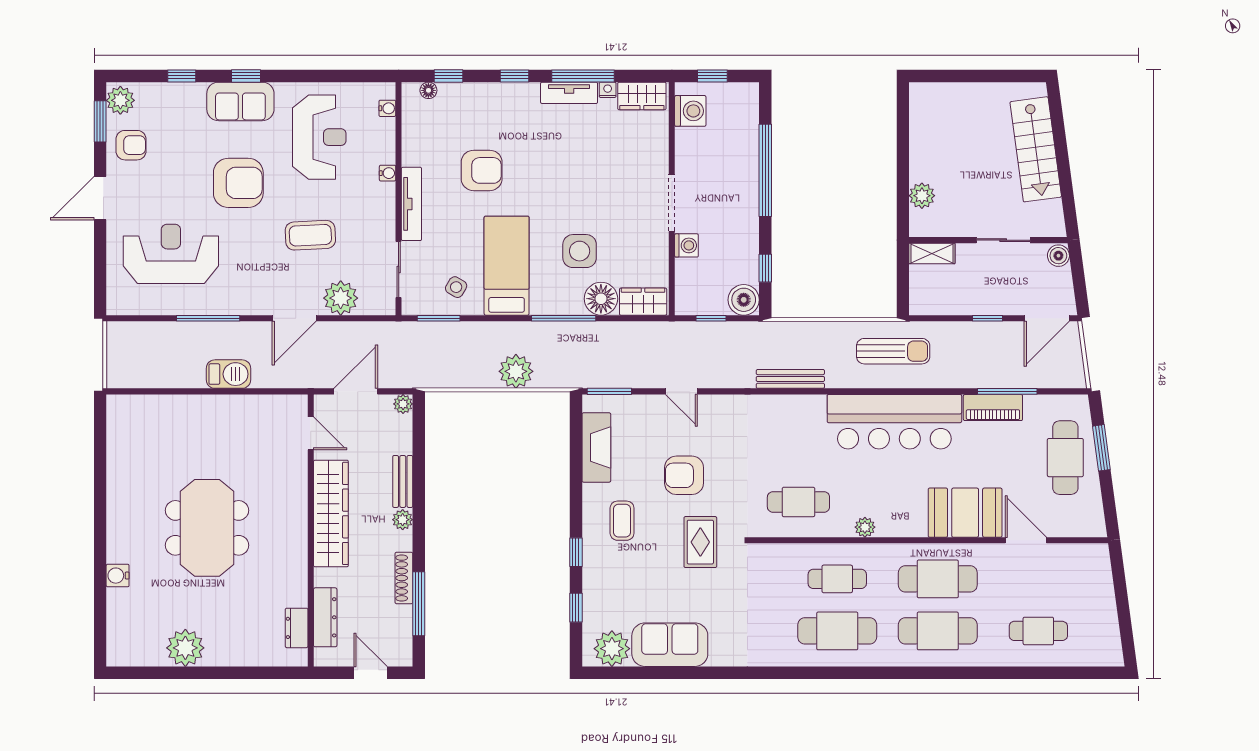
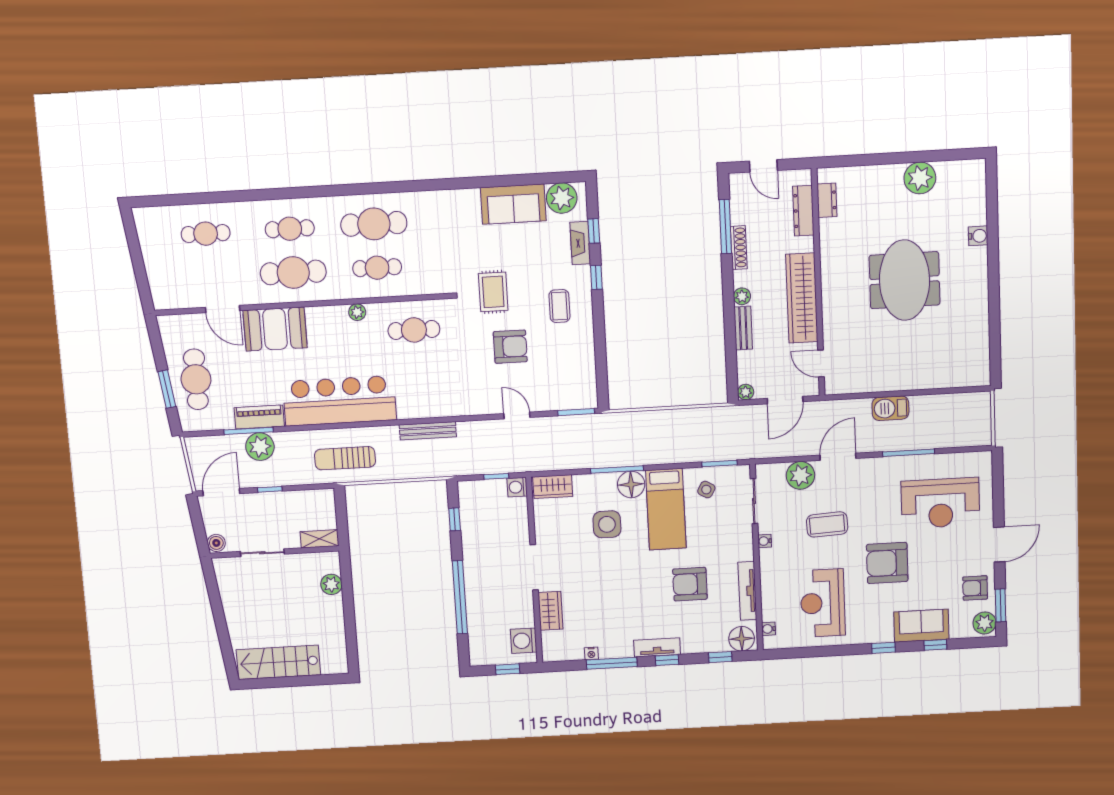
floor lamp: (428, 90) -> (742, 639), width x1.89, depth x1.89
tv unit: (569, 93) -> (657, 647), moved
wardrobe: (642, 96) -> (550, 611), moved, turned 90
sofa: (240, 101) -> (921, 626), moved
stairs: (1036, 149) -> (278, 662), moved, turned -82
water cooler: (388, 173) -> (765, 541), moved
tv unit: (411, 204) -> (747, 591), moved
washing machine: (686, 245) -> (517, 487), moved
floor lamp: (601, 299) -> (631, 484), moved
boiler: (744, 300) -> (470, 493), removed
plant: (516, 371) -> (260, 447), moved
fireplace: (596, 447) -> (580, 243), moved, width x0.73, depth x0.76
cafe table: (938, 631) -> (290, 229), width x0.73, depth x0.74

